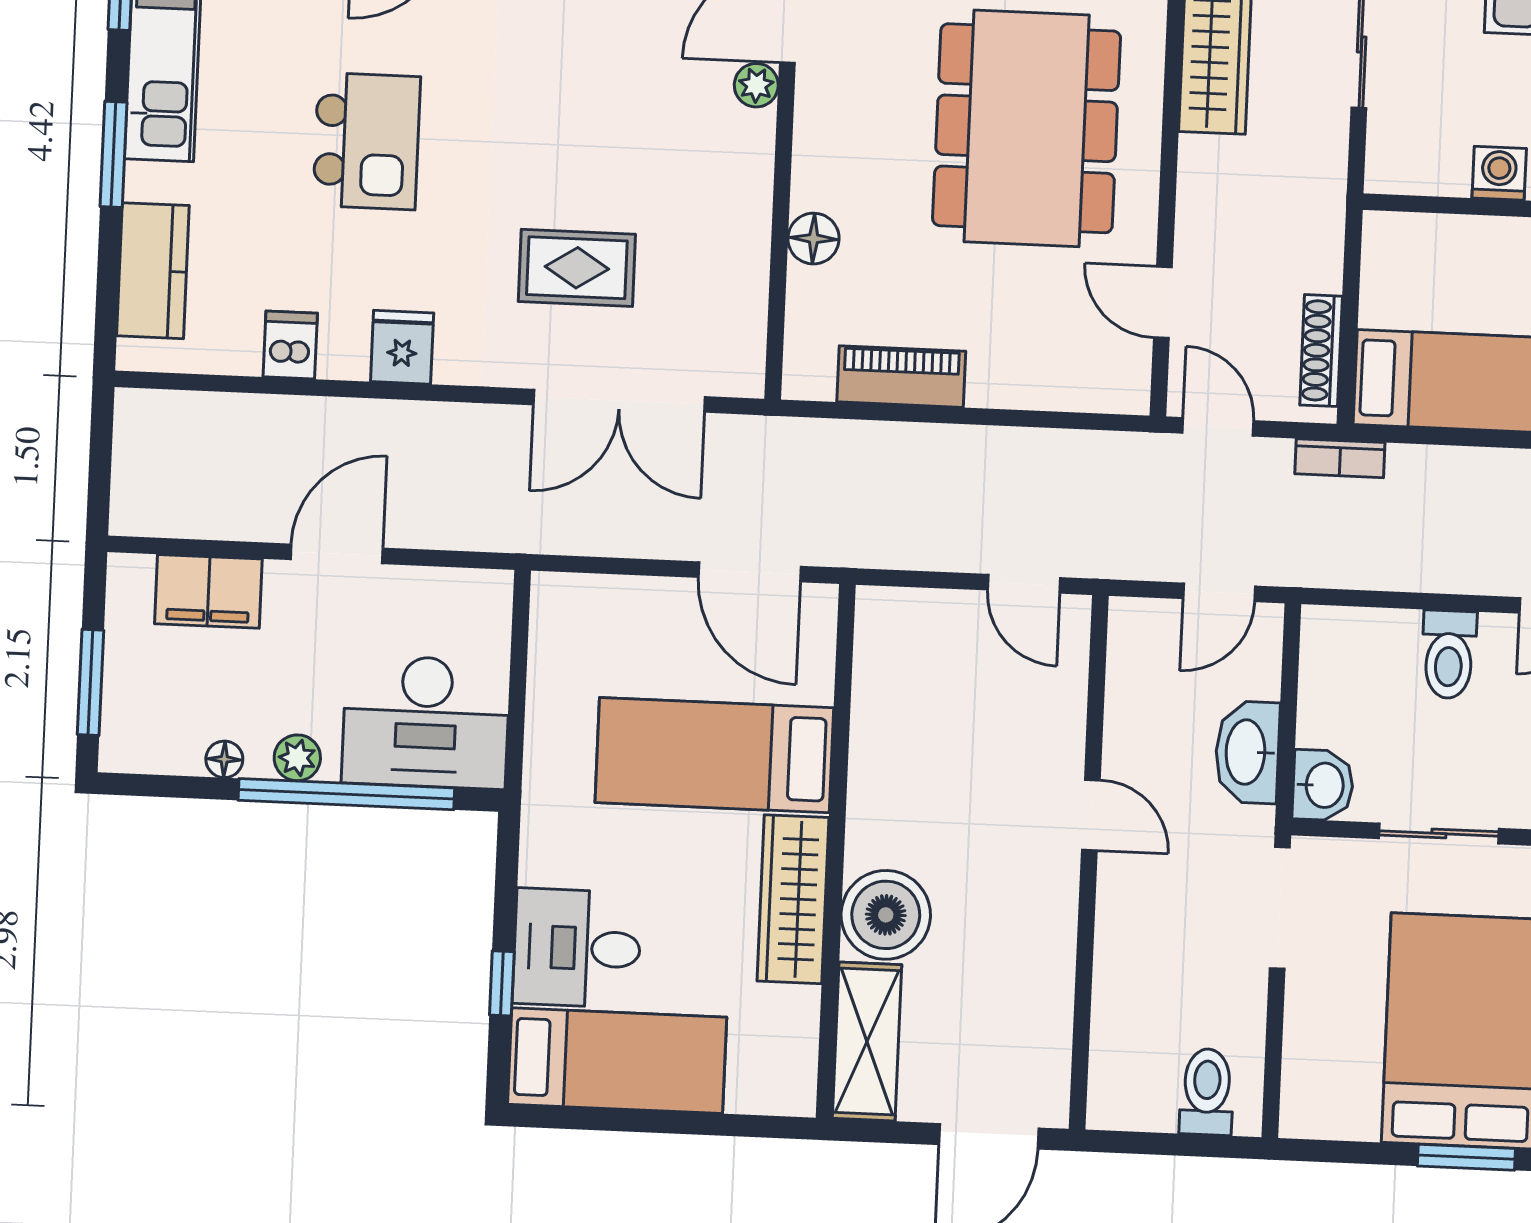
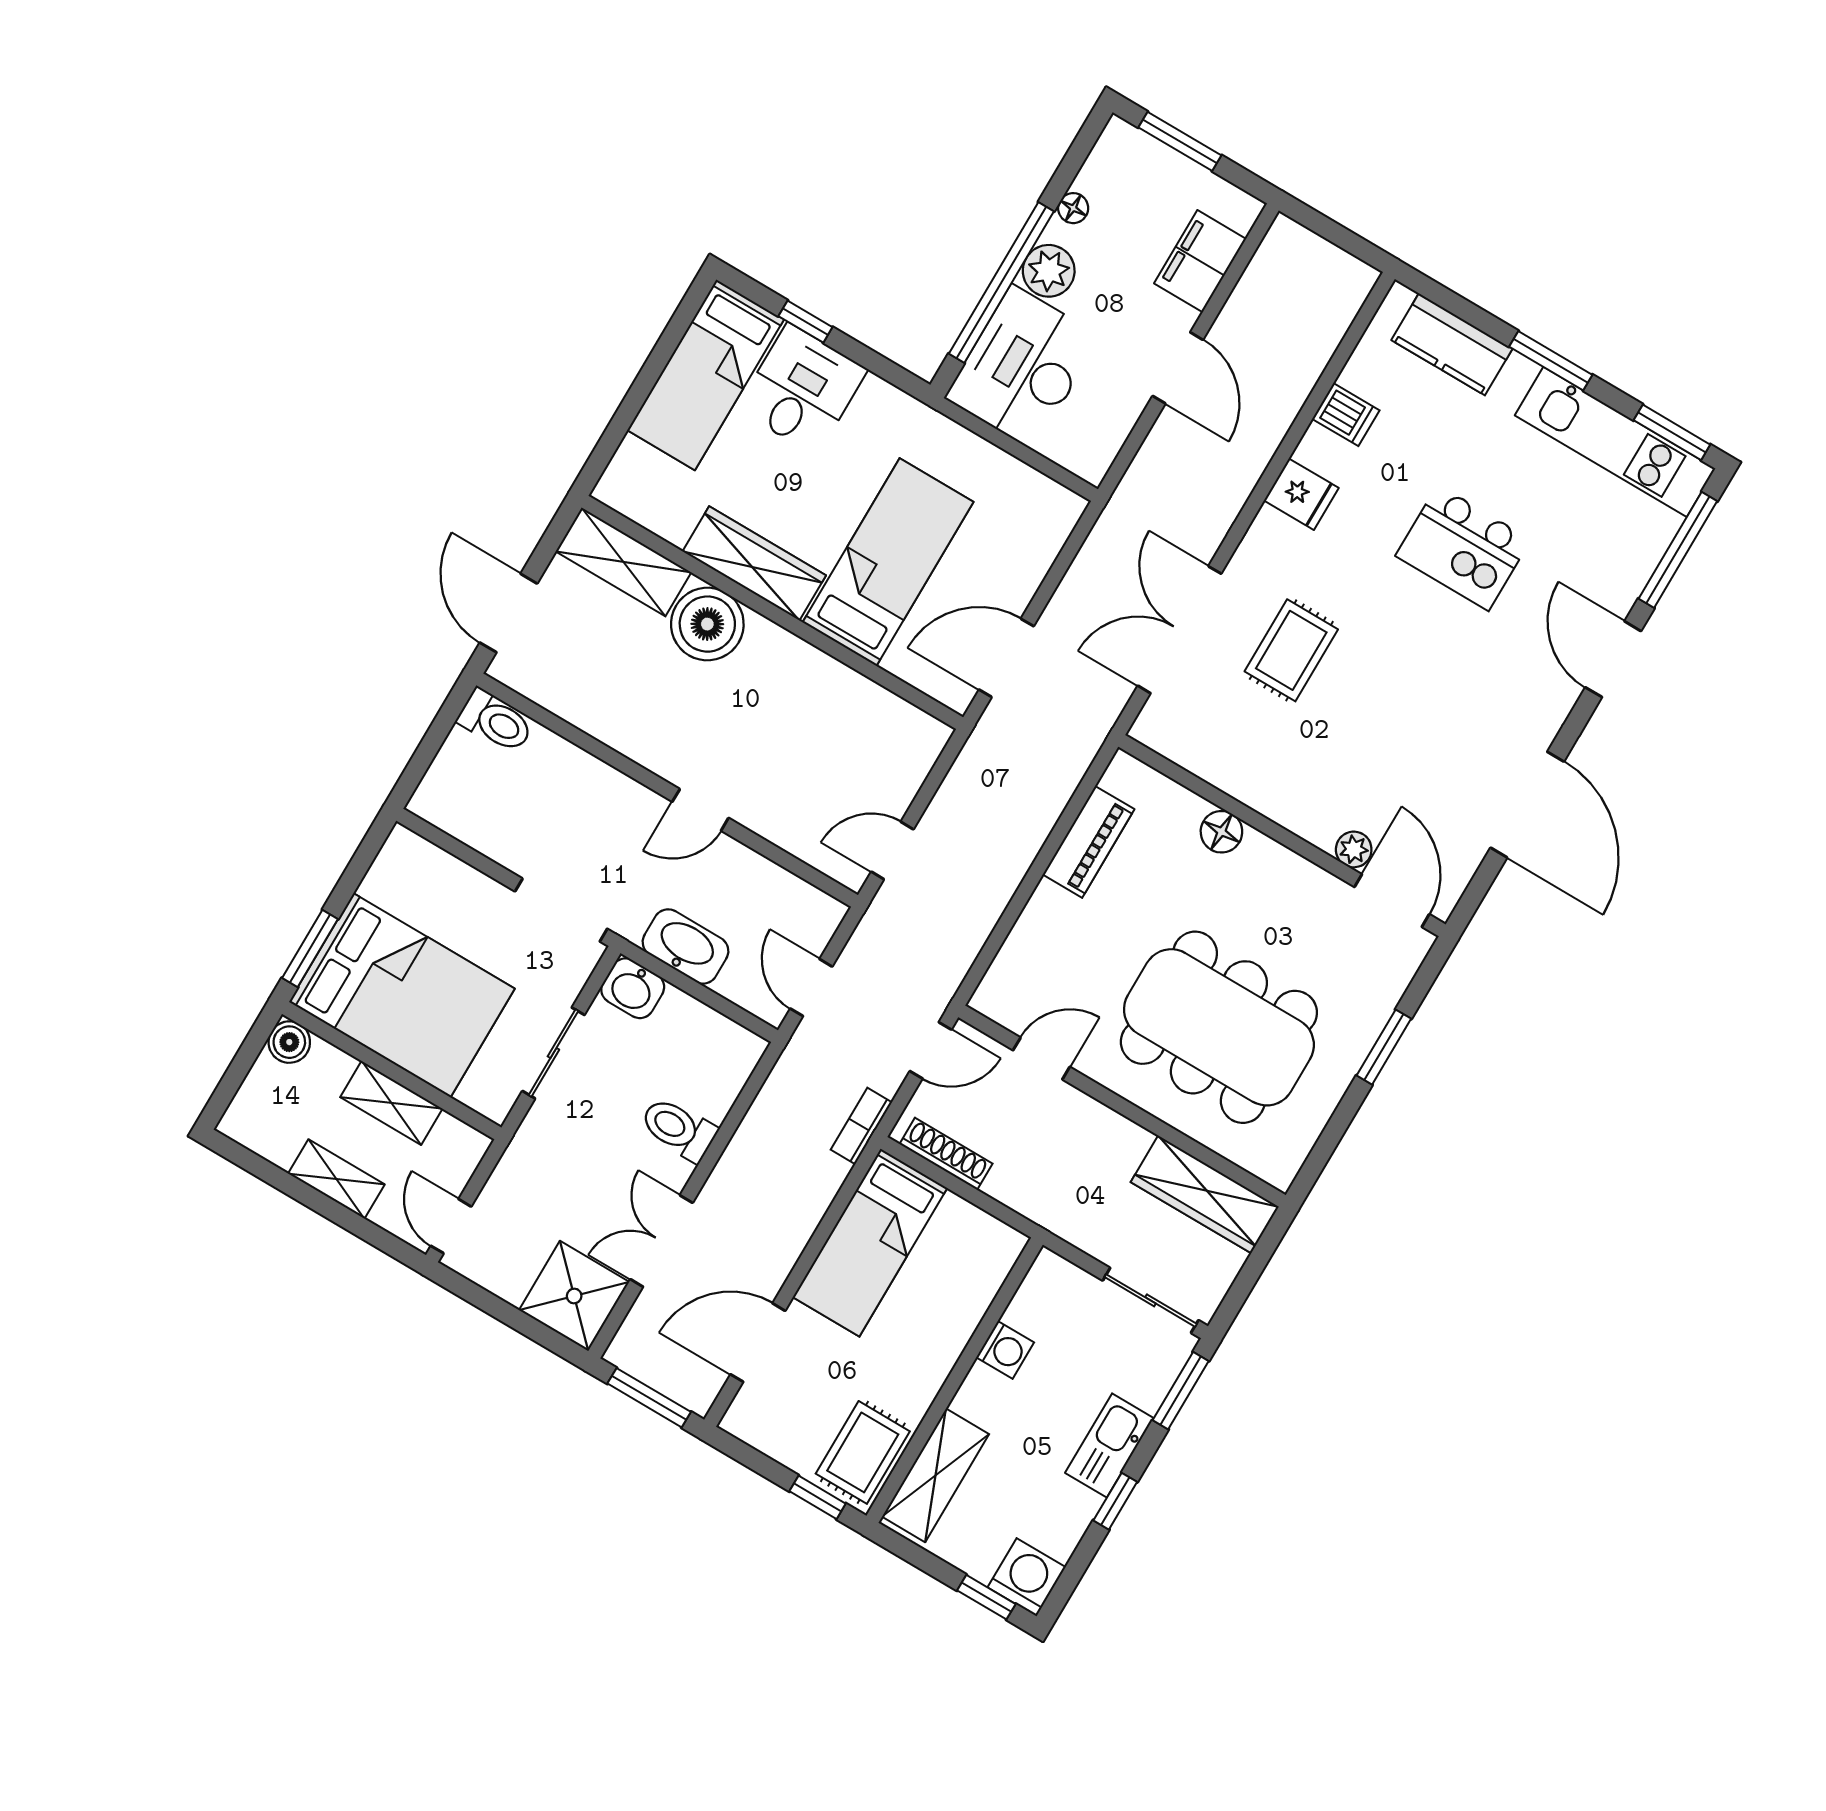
plant: (297, 758) -> (1049, 271), width x1.38, depth x1.38
toilet: (1207, 1092) -> (496, 721), moved

